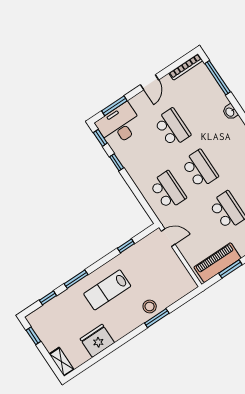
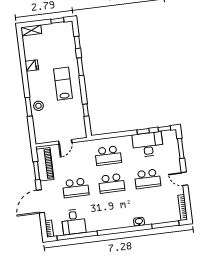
desk: (119, 125) -> (148, 144), moved, turned -90
door: (168, 238) -> (65, 142), moved
fridge: (97, 341) -> (32, 65), width x0.53, depth x0.75

